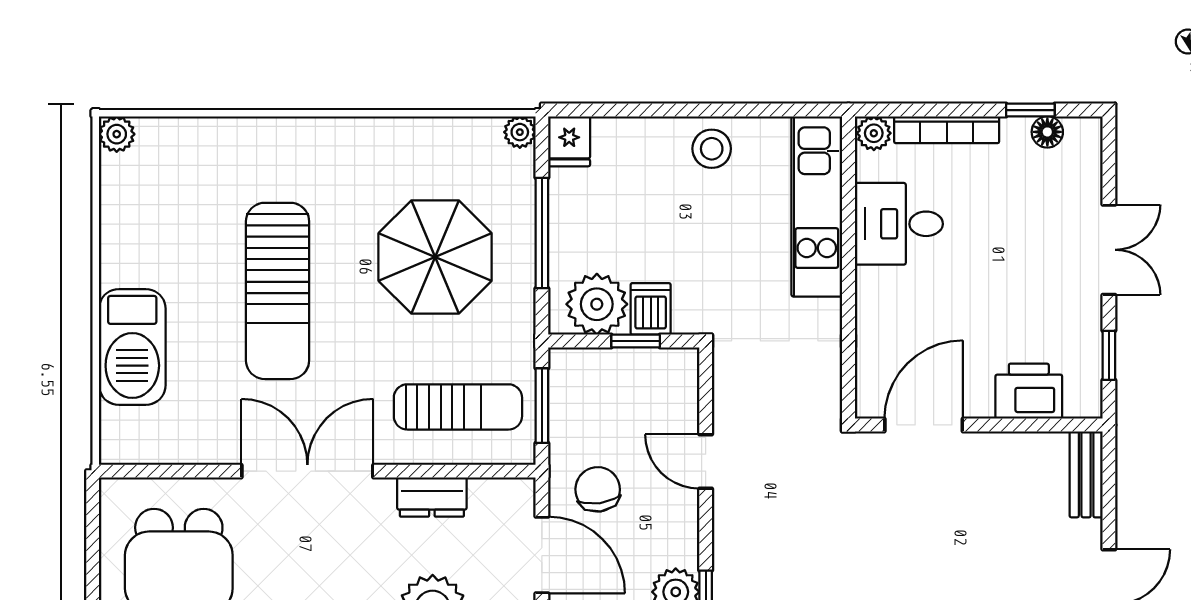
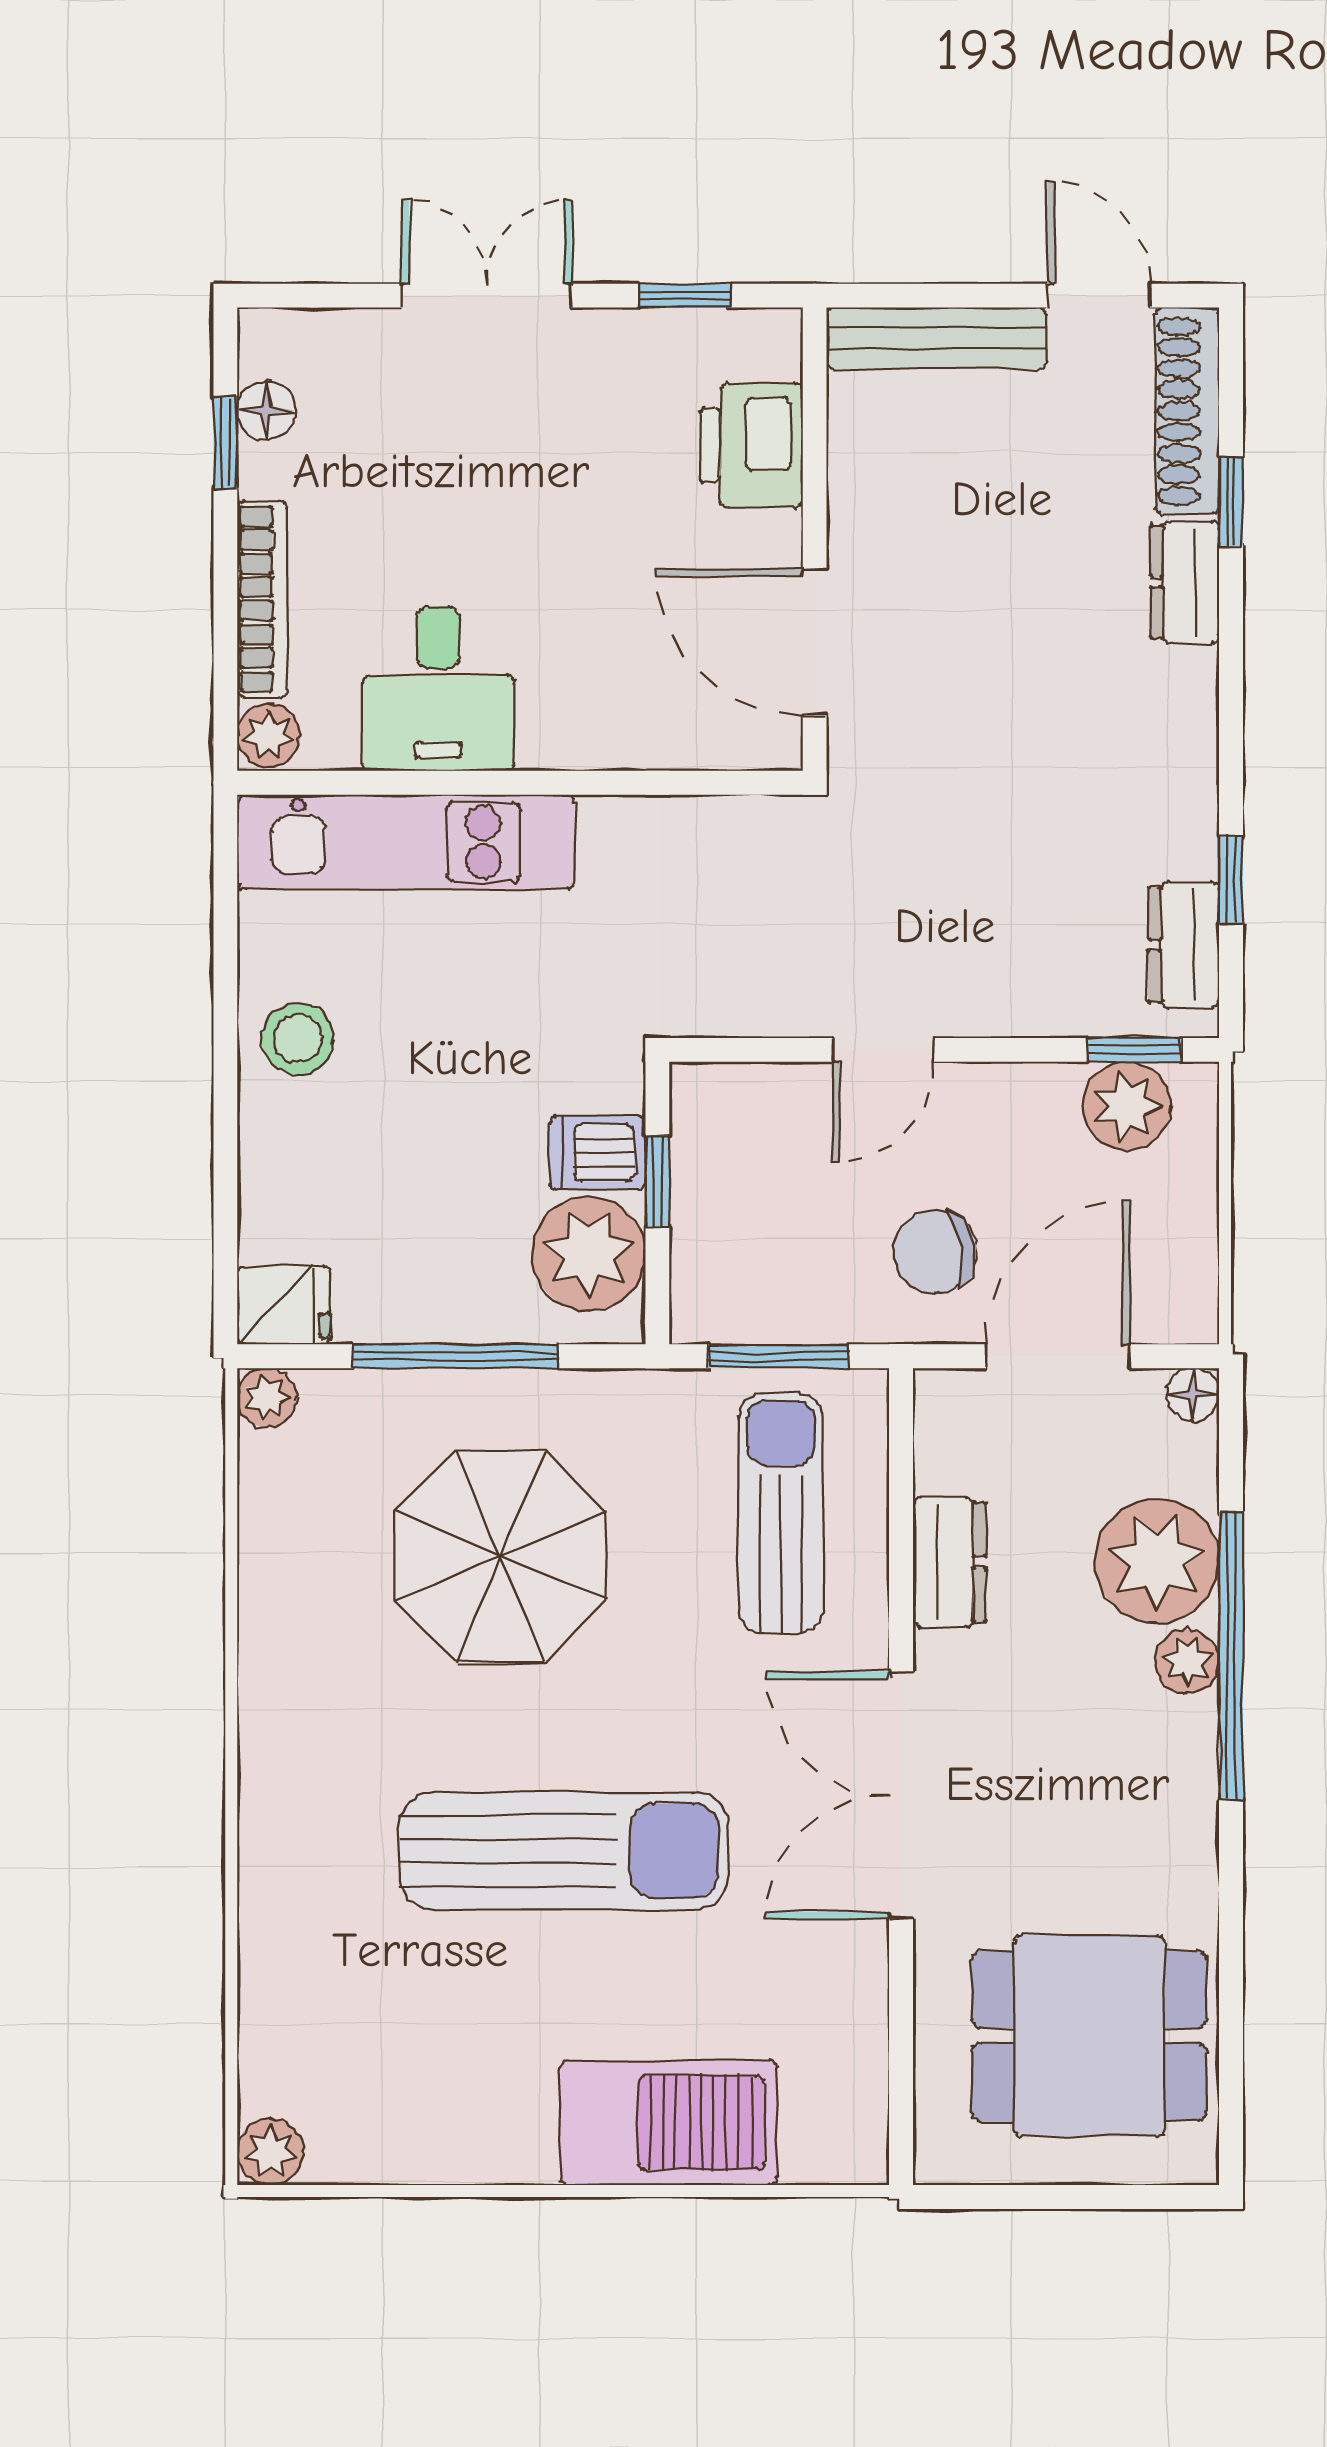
bench: (1086, 474) -> (936, 338), width x1.36

